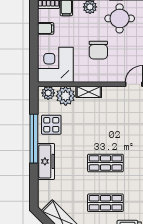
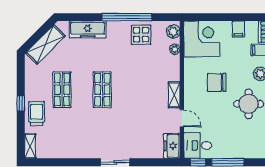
shelving: (89, 92) -> (174, 95), moved
plant: (66, 96) -> (175, 49), width x0.53, depth x0.53
freezer: (46, 161) -> (88, 29), moved

